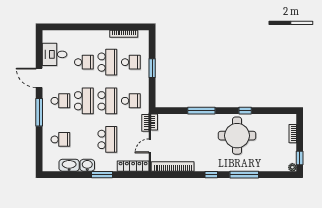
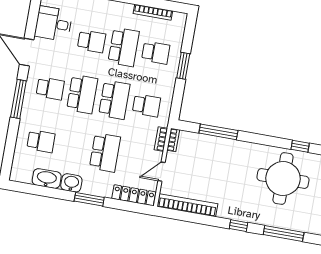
window: (201, 111) -> (218, 132), moved

